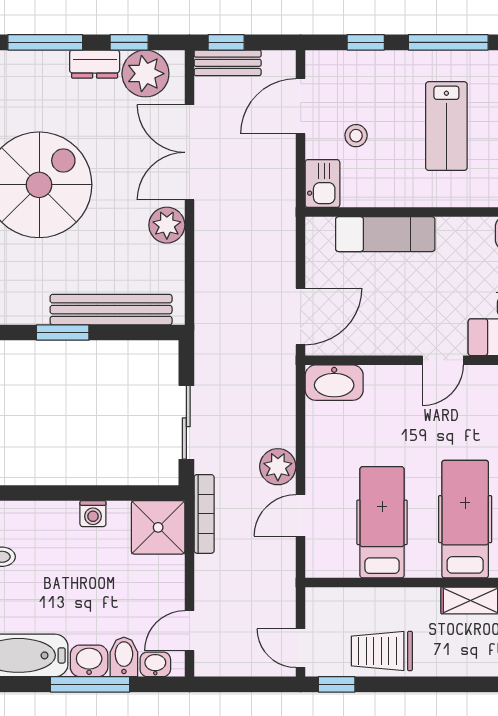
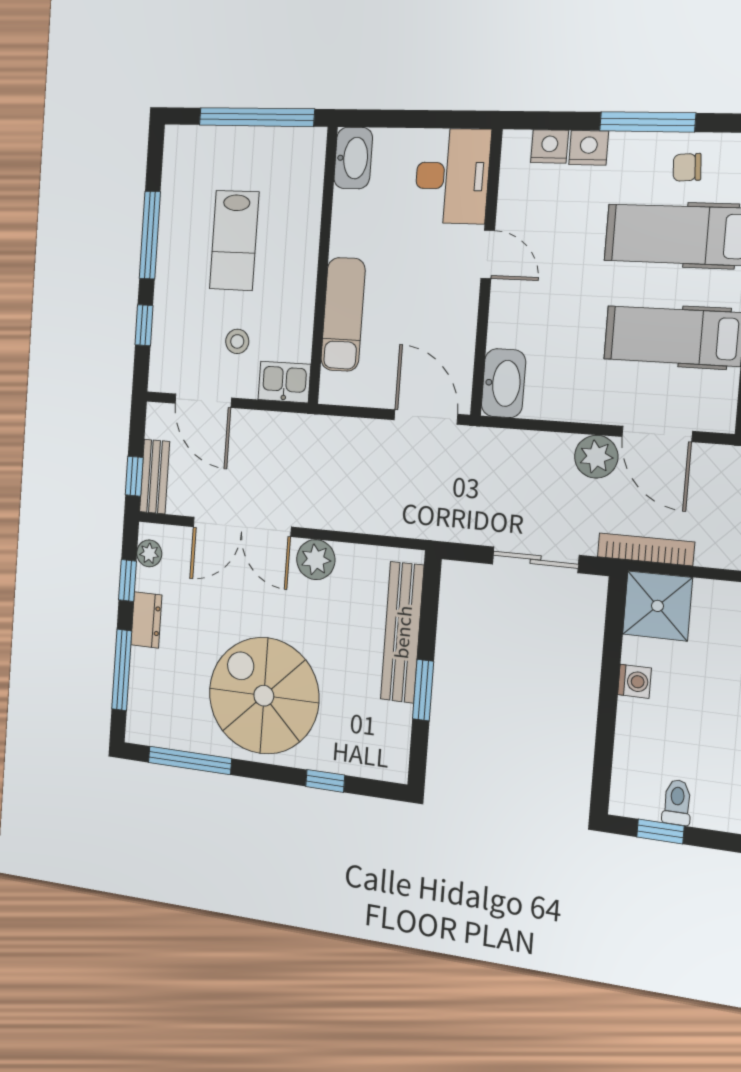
plant: (145, 74) -> (149, 553), width x0.53, depth x0.53
lab bench: (446, 126) -> (234, 240), turned 90
door: (301, 515) -> (657, 434), width x1.38

